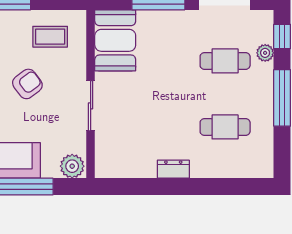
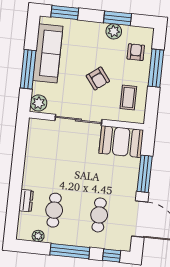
plant: (265, 53) -> (38, 236), moved
sliding door: (91, 106) -> (78, 120), width x1.37
dresser: (173, 169) -> (26, 201), moved

